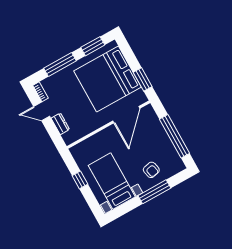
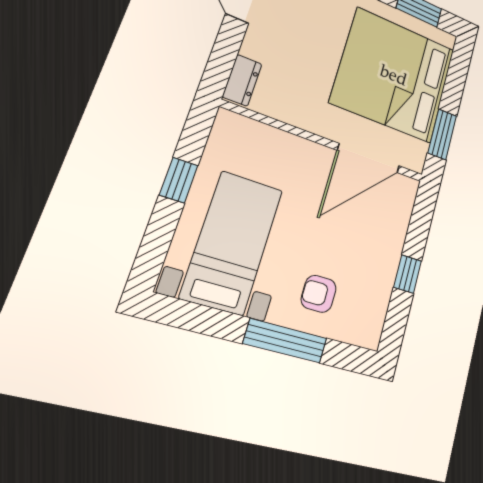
dresser: (60, 124) -> (242, 80), moved
window: (174, 136) -> (408, 274), width x0.32
armchair: (151, 170) -> (319, 294), turned 102

